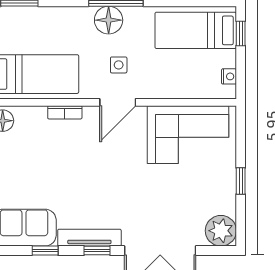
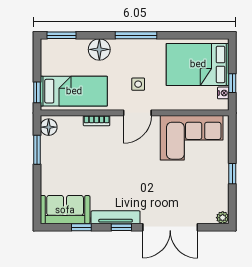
floor lamp: (109, 20) -> (99, 49), moved
bed: (196, 30) -> (198, 64), width x1.50
window: (241, 33) -> (232, 83), moved
plant: (221, 231) -> (223, 218), width x0.53, depth x0.53

